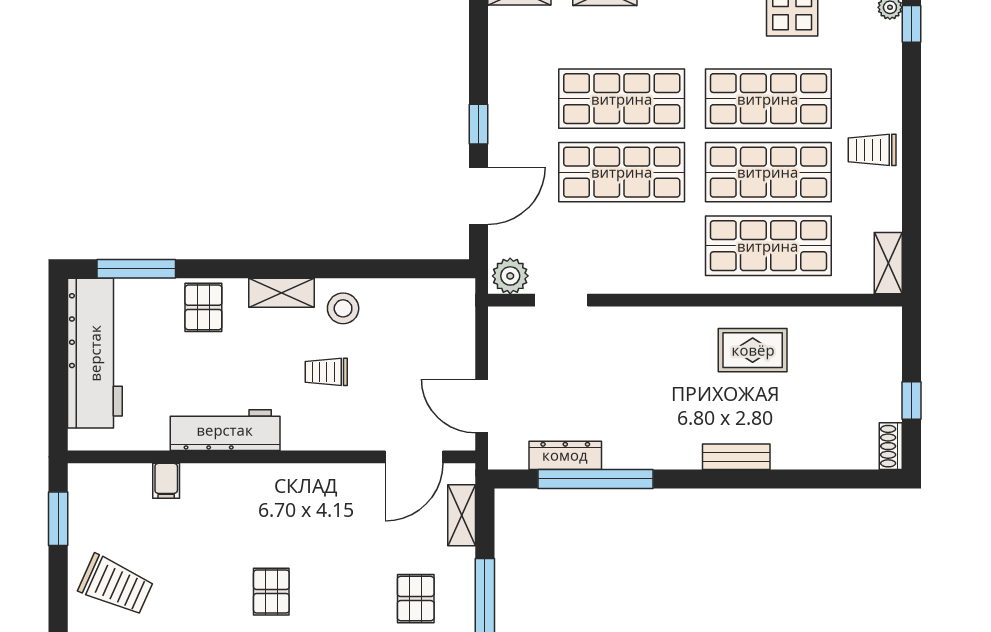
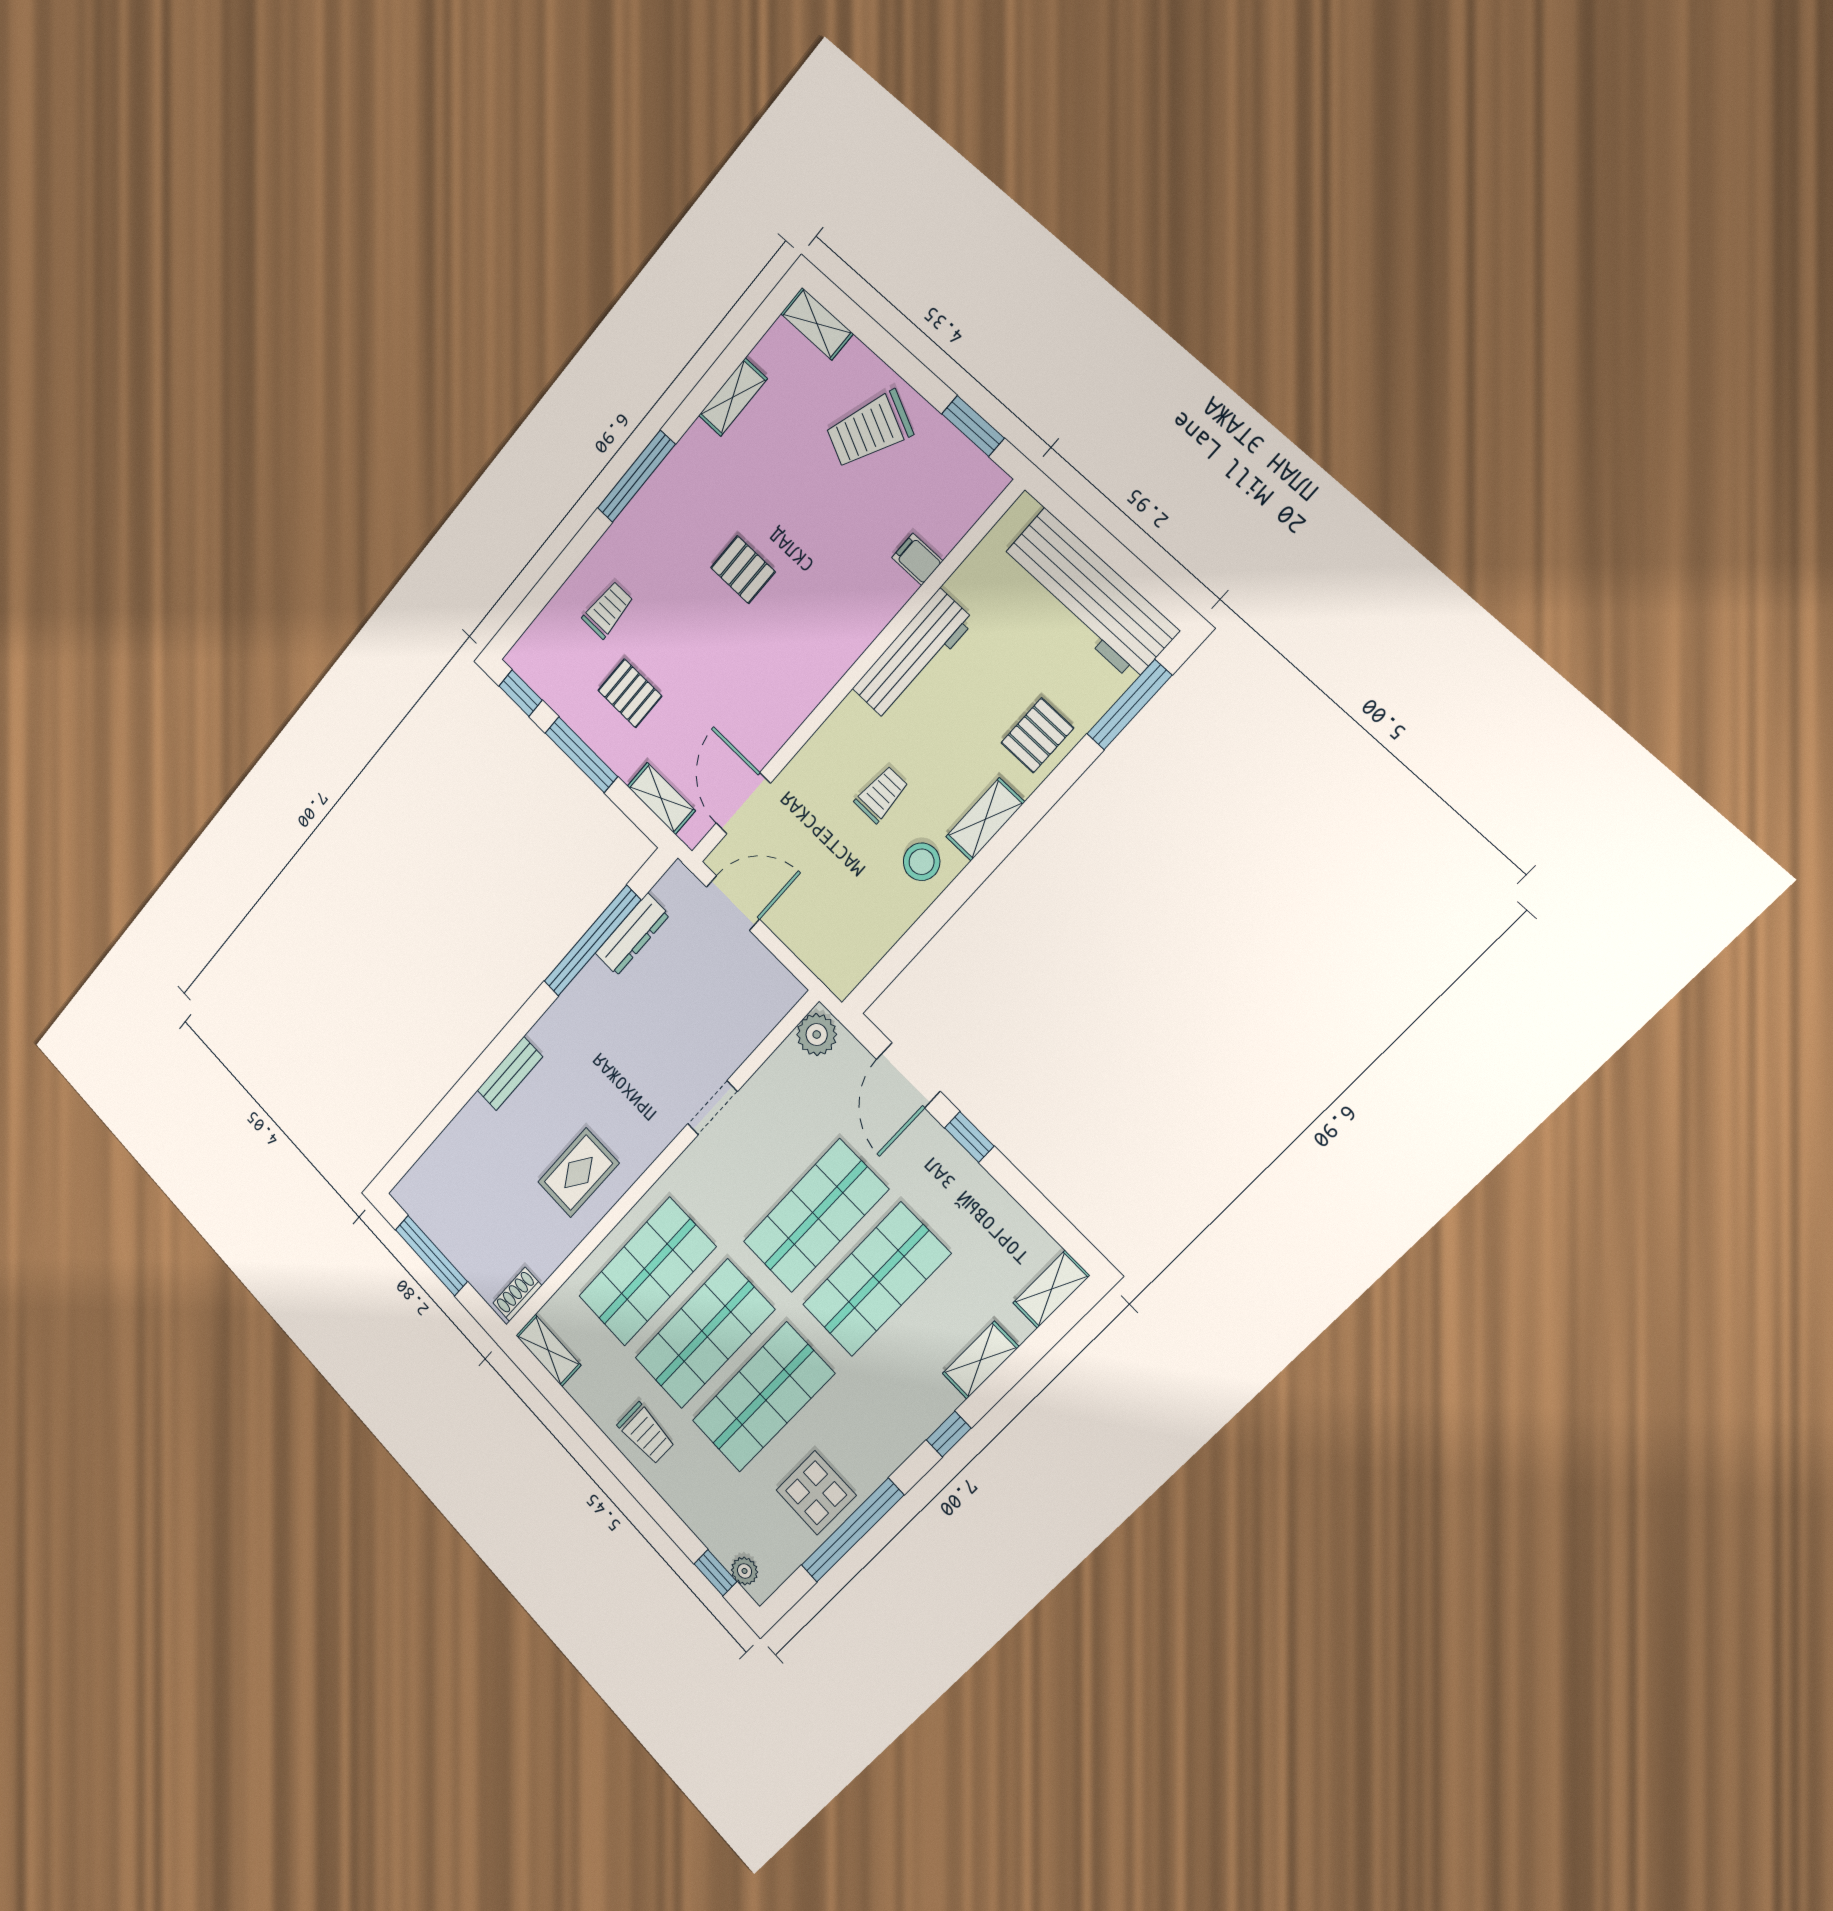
trolley: (872, 150) -> (646, 1433), turned 90
doorway: (561, 300) -> (712, 1108), moved
pallet: (203, 307) -> (1037, 735), turned 90
window: (912, 401) -> (431, 1256), width x2.17
shoe rack: (891, 446) -> (517, 1294), moved, turned -90

